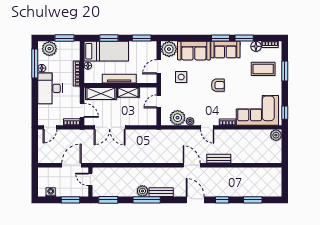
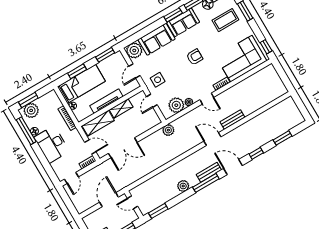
window: (65, 38) -> (28, 100), moved
side table: (181, 77) -> (158, 80), moved
plant: (276, 135) -> (168, 130), moved
bench: (161, 192) -> (209, 172), moved
window: (147, 200) -> (206, 183), moved

